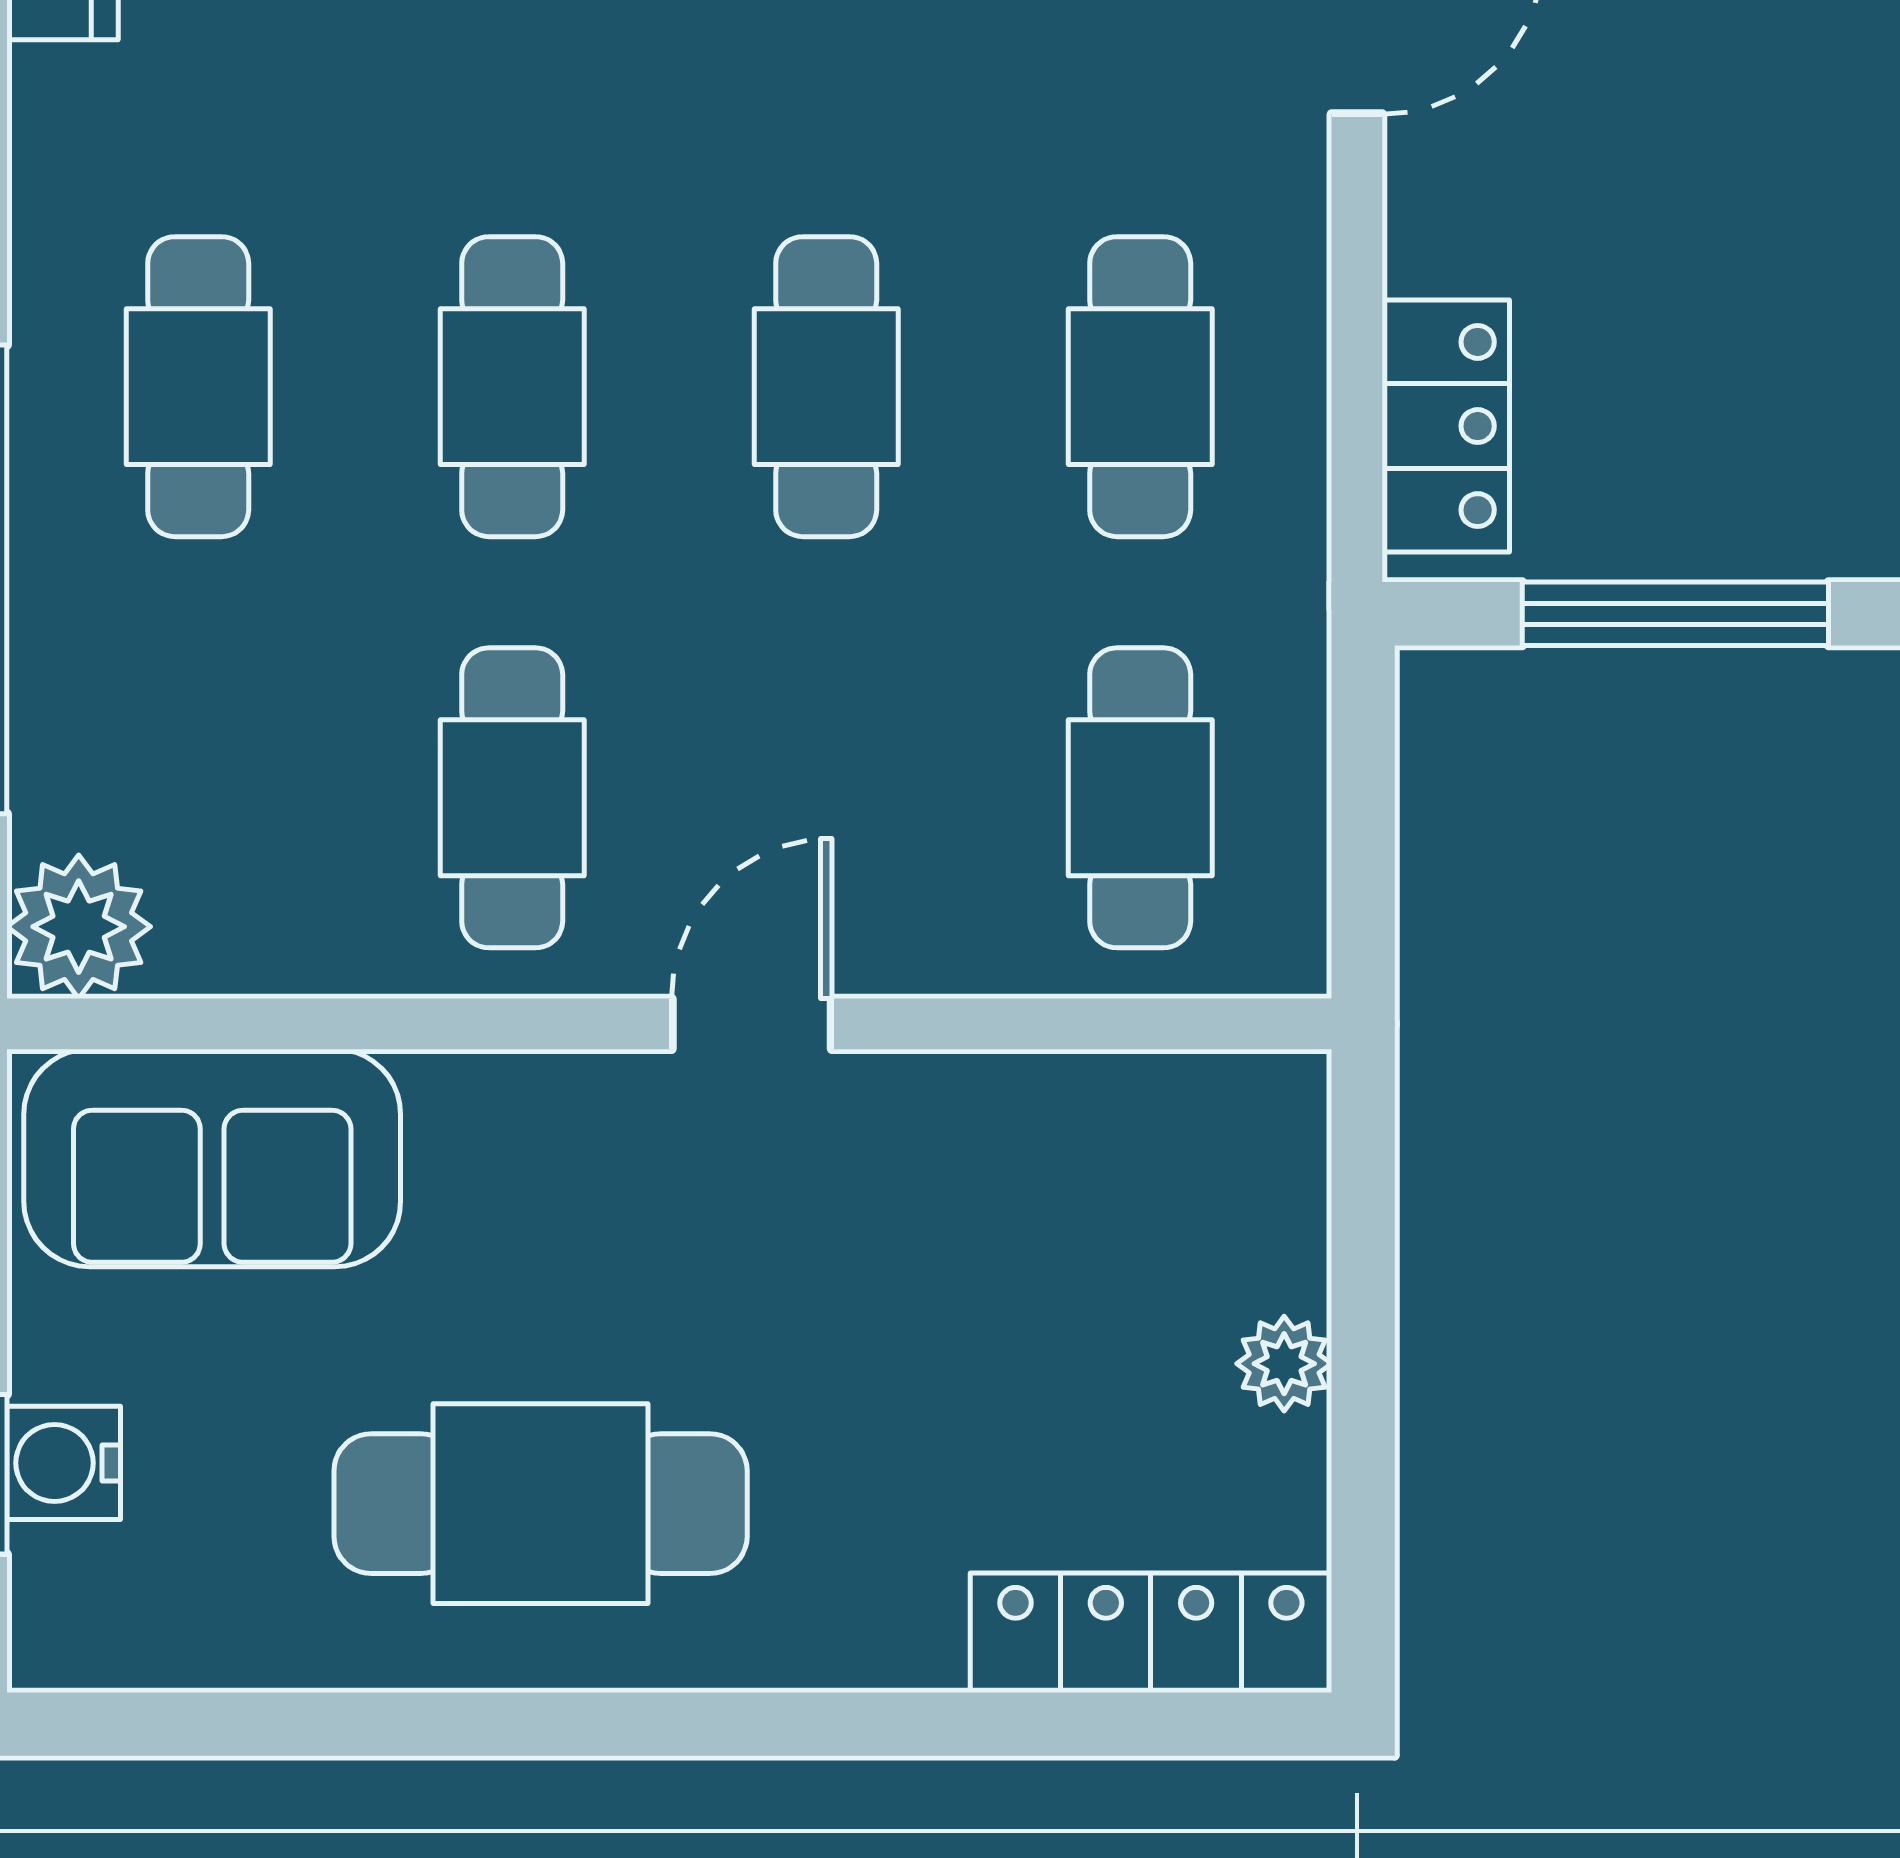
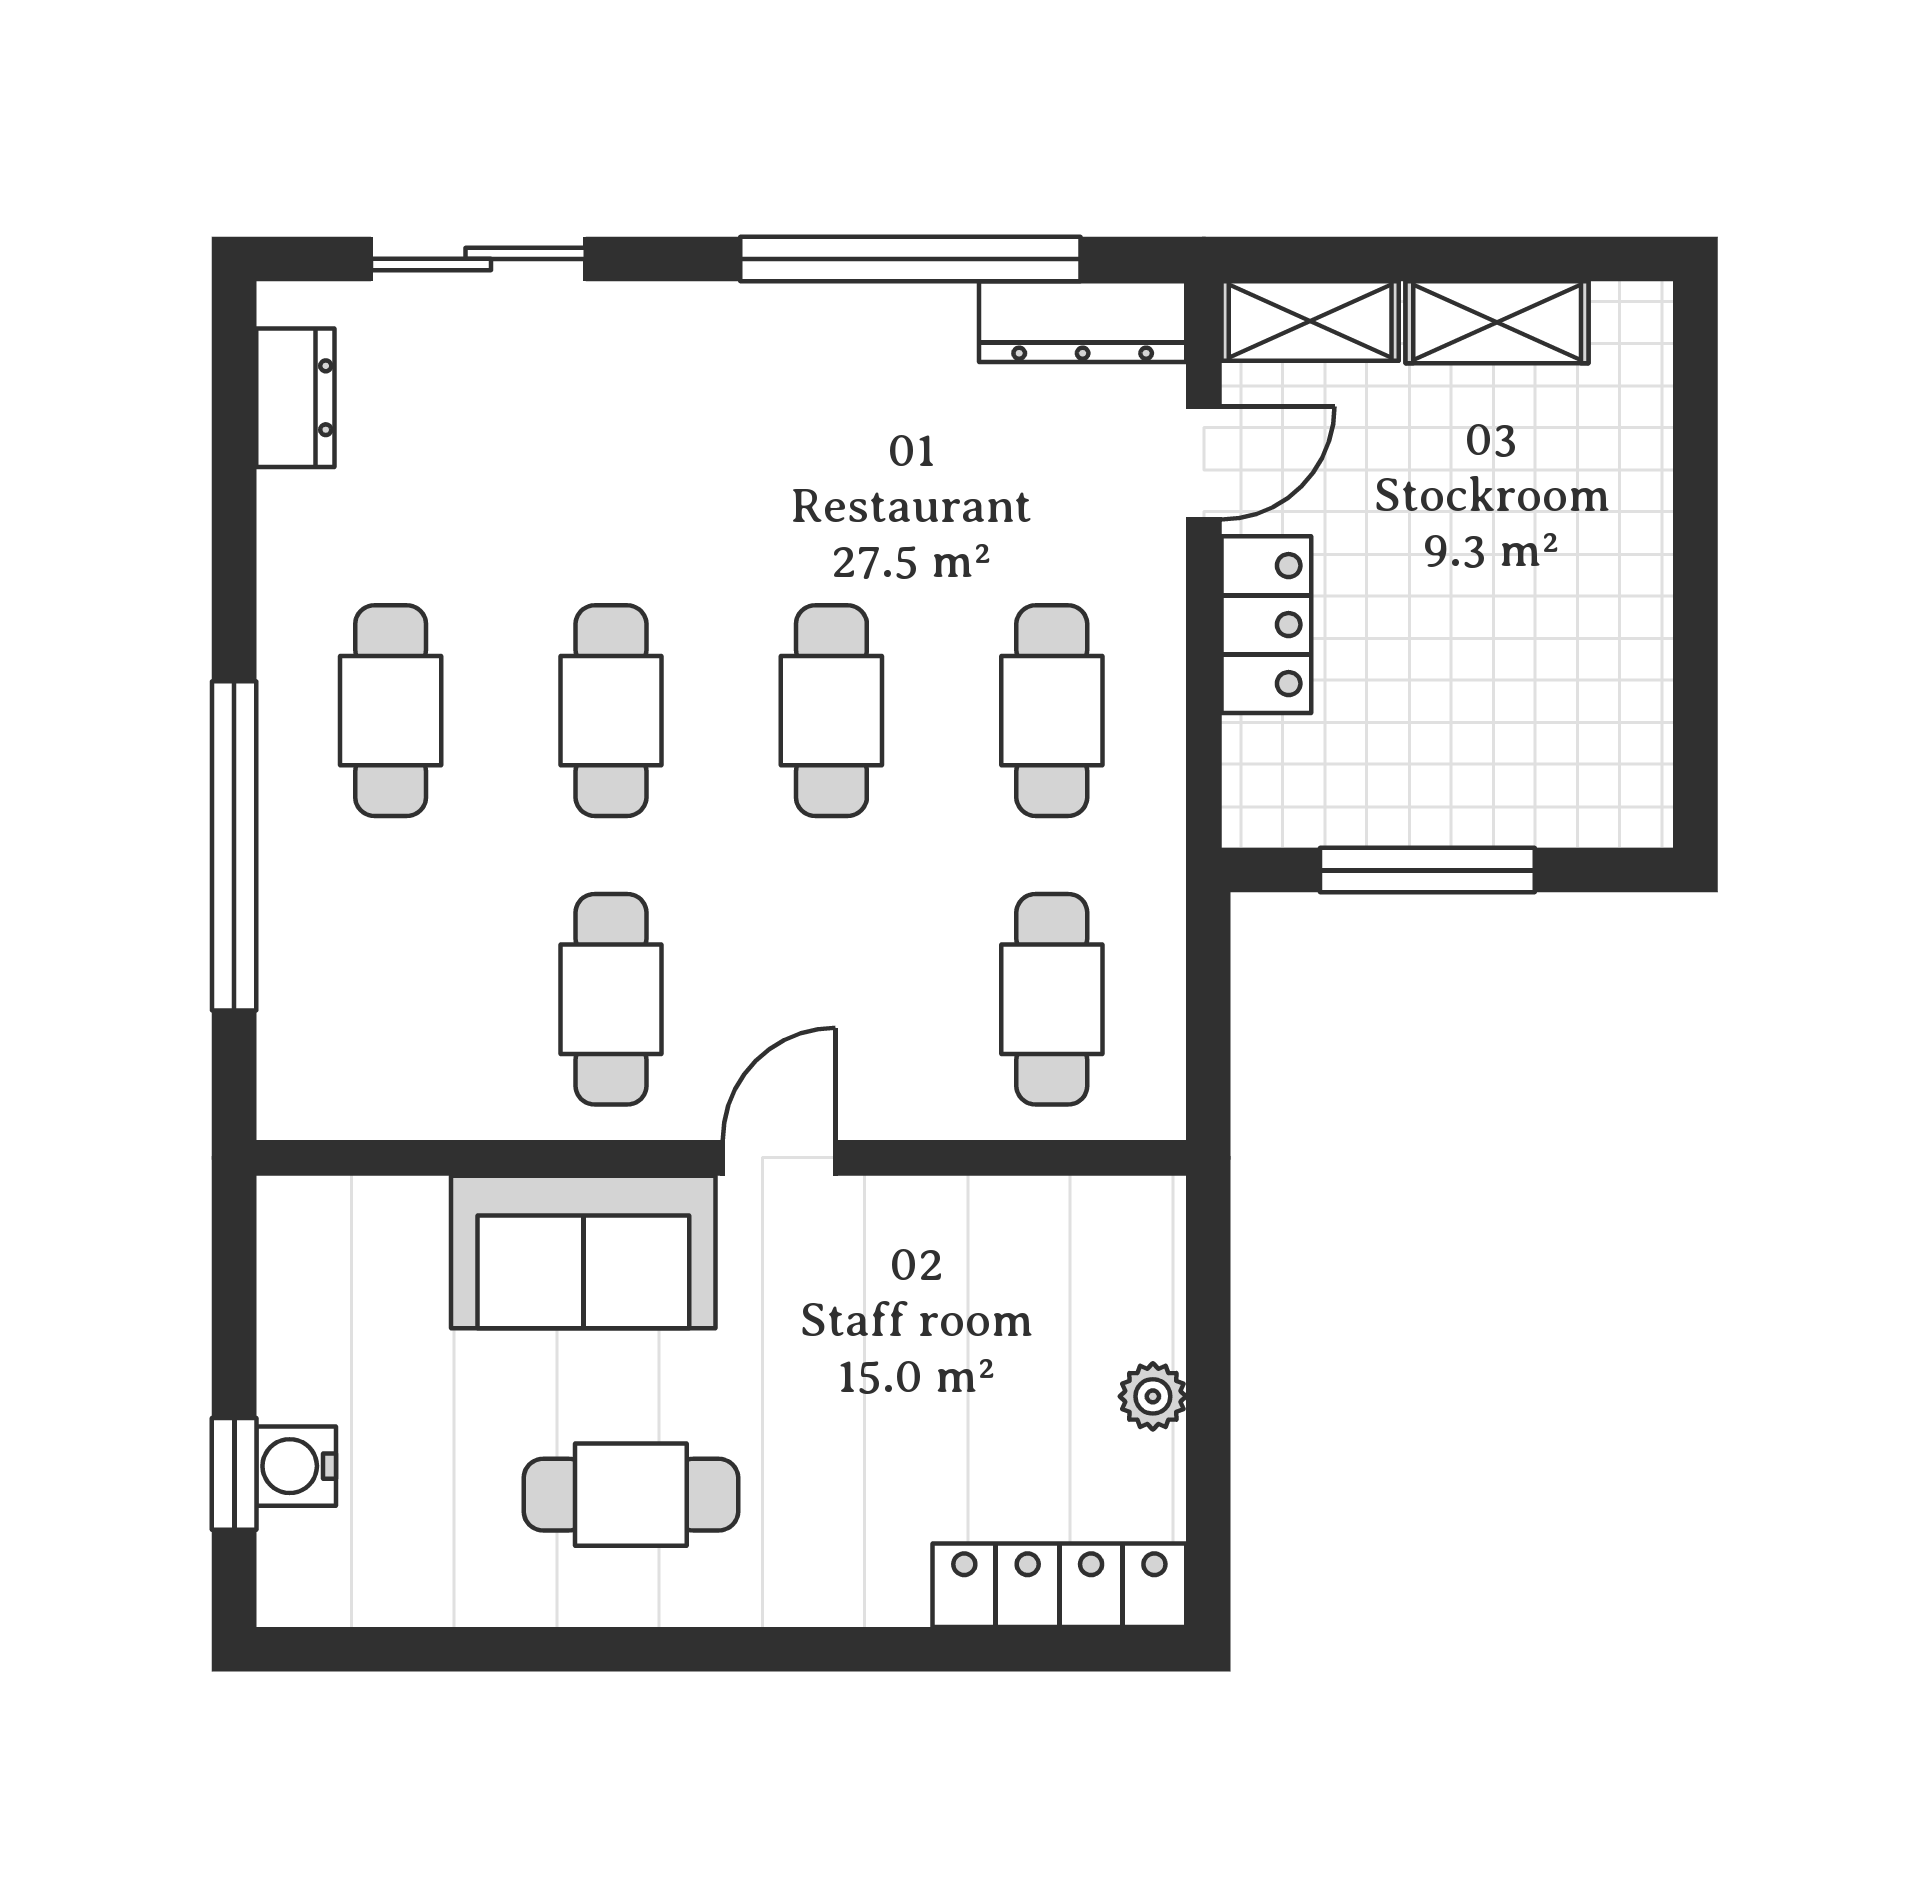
locker: (1446, 426) -> (1266, 625), moved
plant: (79, 927) -> (307, 1090), removed
sofa: (212, 1158) -> (583, 1252), moved
cafe table: (541, 1504) -> (631, 1495), width x0.73, depth x0.74

